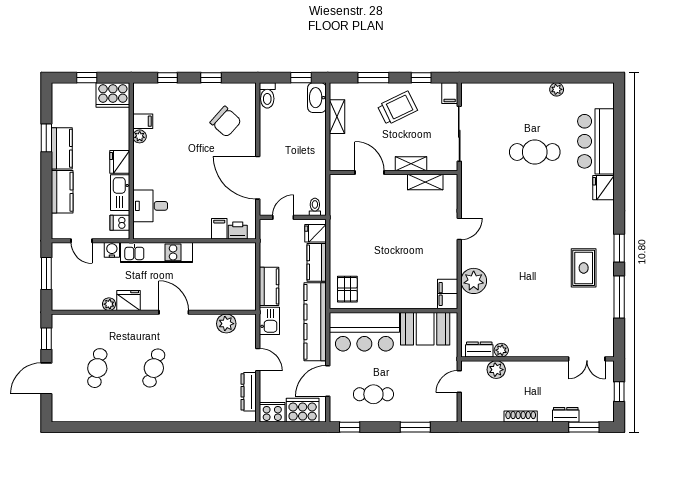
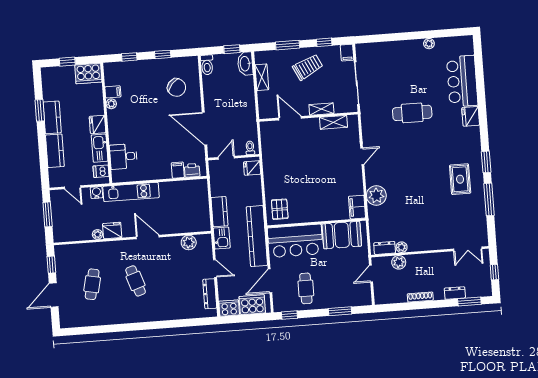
cafe table: (535, 152) -> (412, 113), moved
kitchen counter: (317, 262) -> (255, 190), removed
cafe table: (154, 368) -> (136, 281), turned -36
cafe table: (373, 394) -> (306, 288), turned 90

